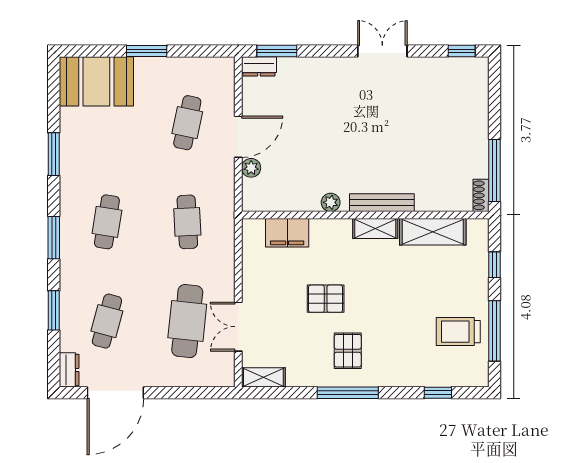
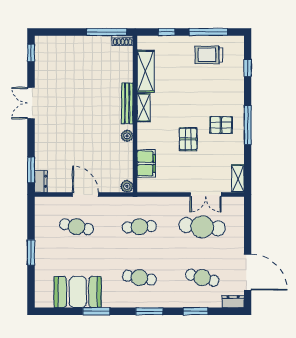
booth: (96, 81) -> (78, 292), moved, turned 90
plant: (251, 168) -> (127, 186), moved
trolley: (458, 332) -> (209, 55), turned 90

